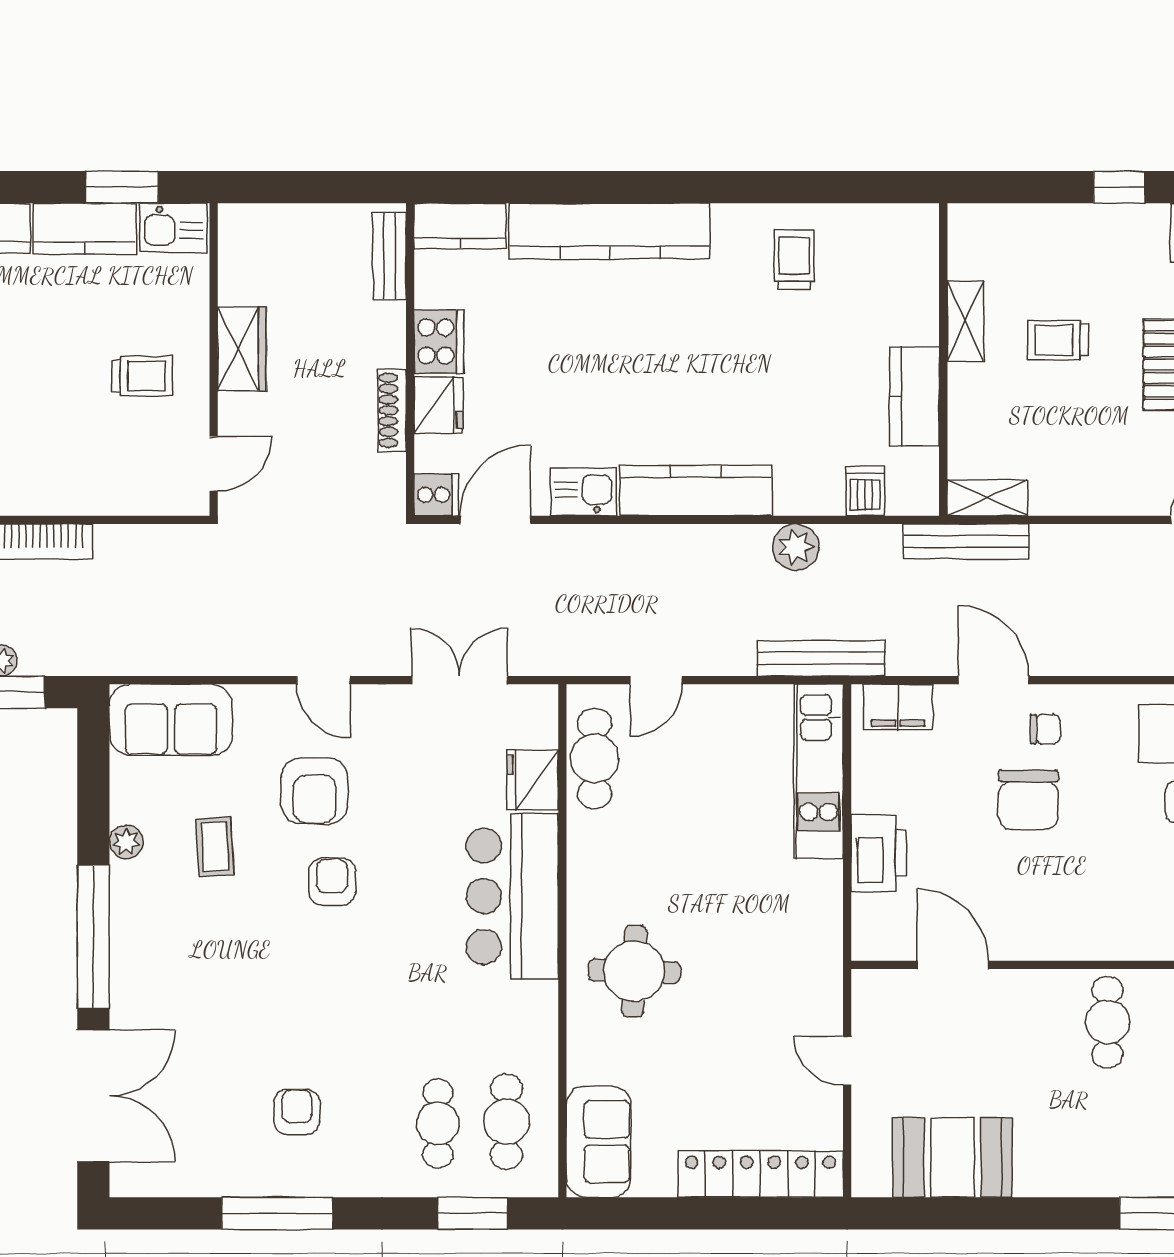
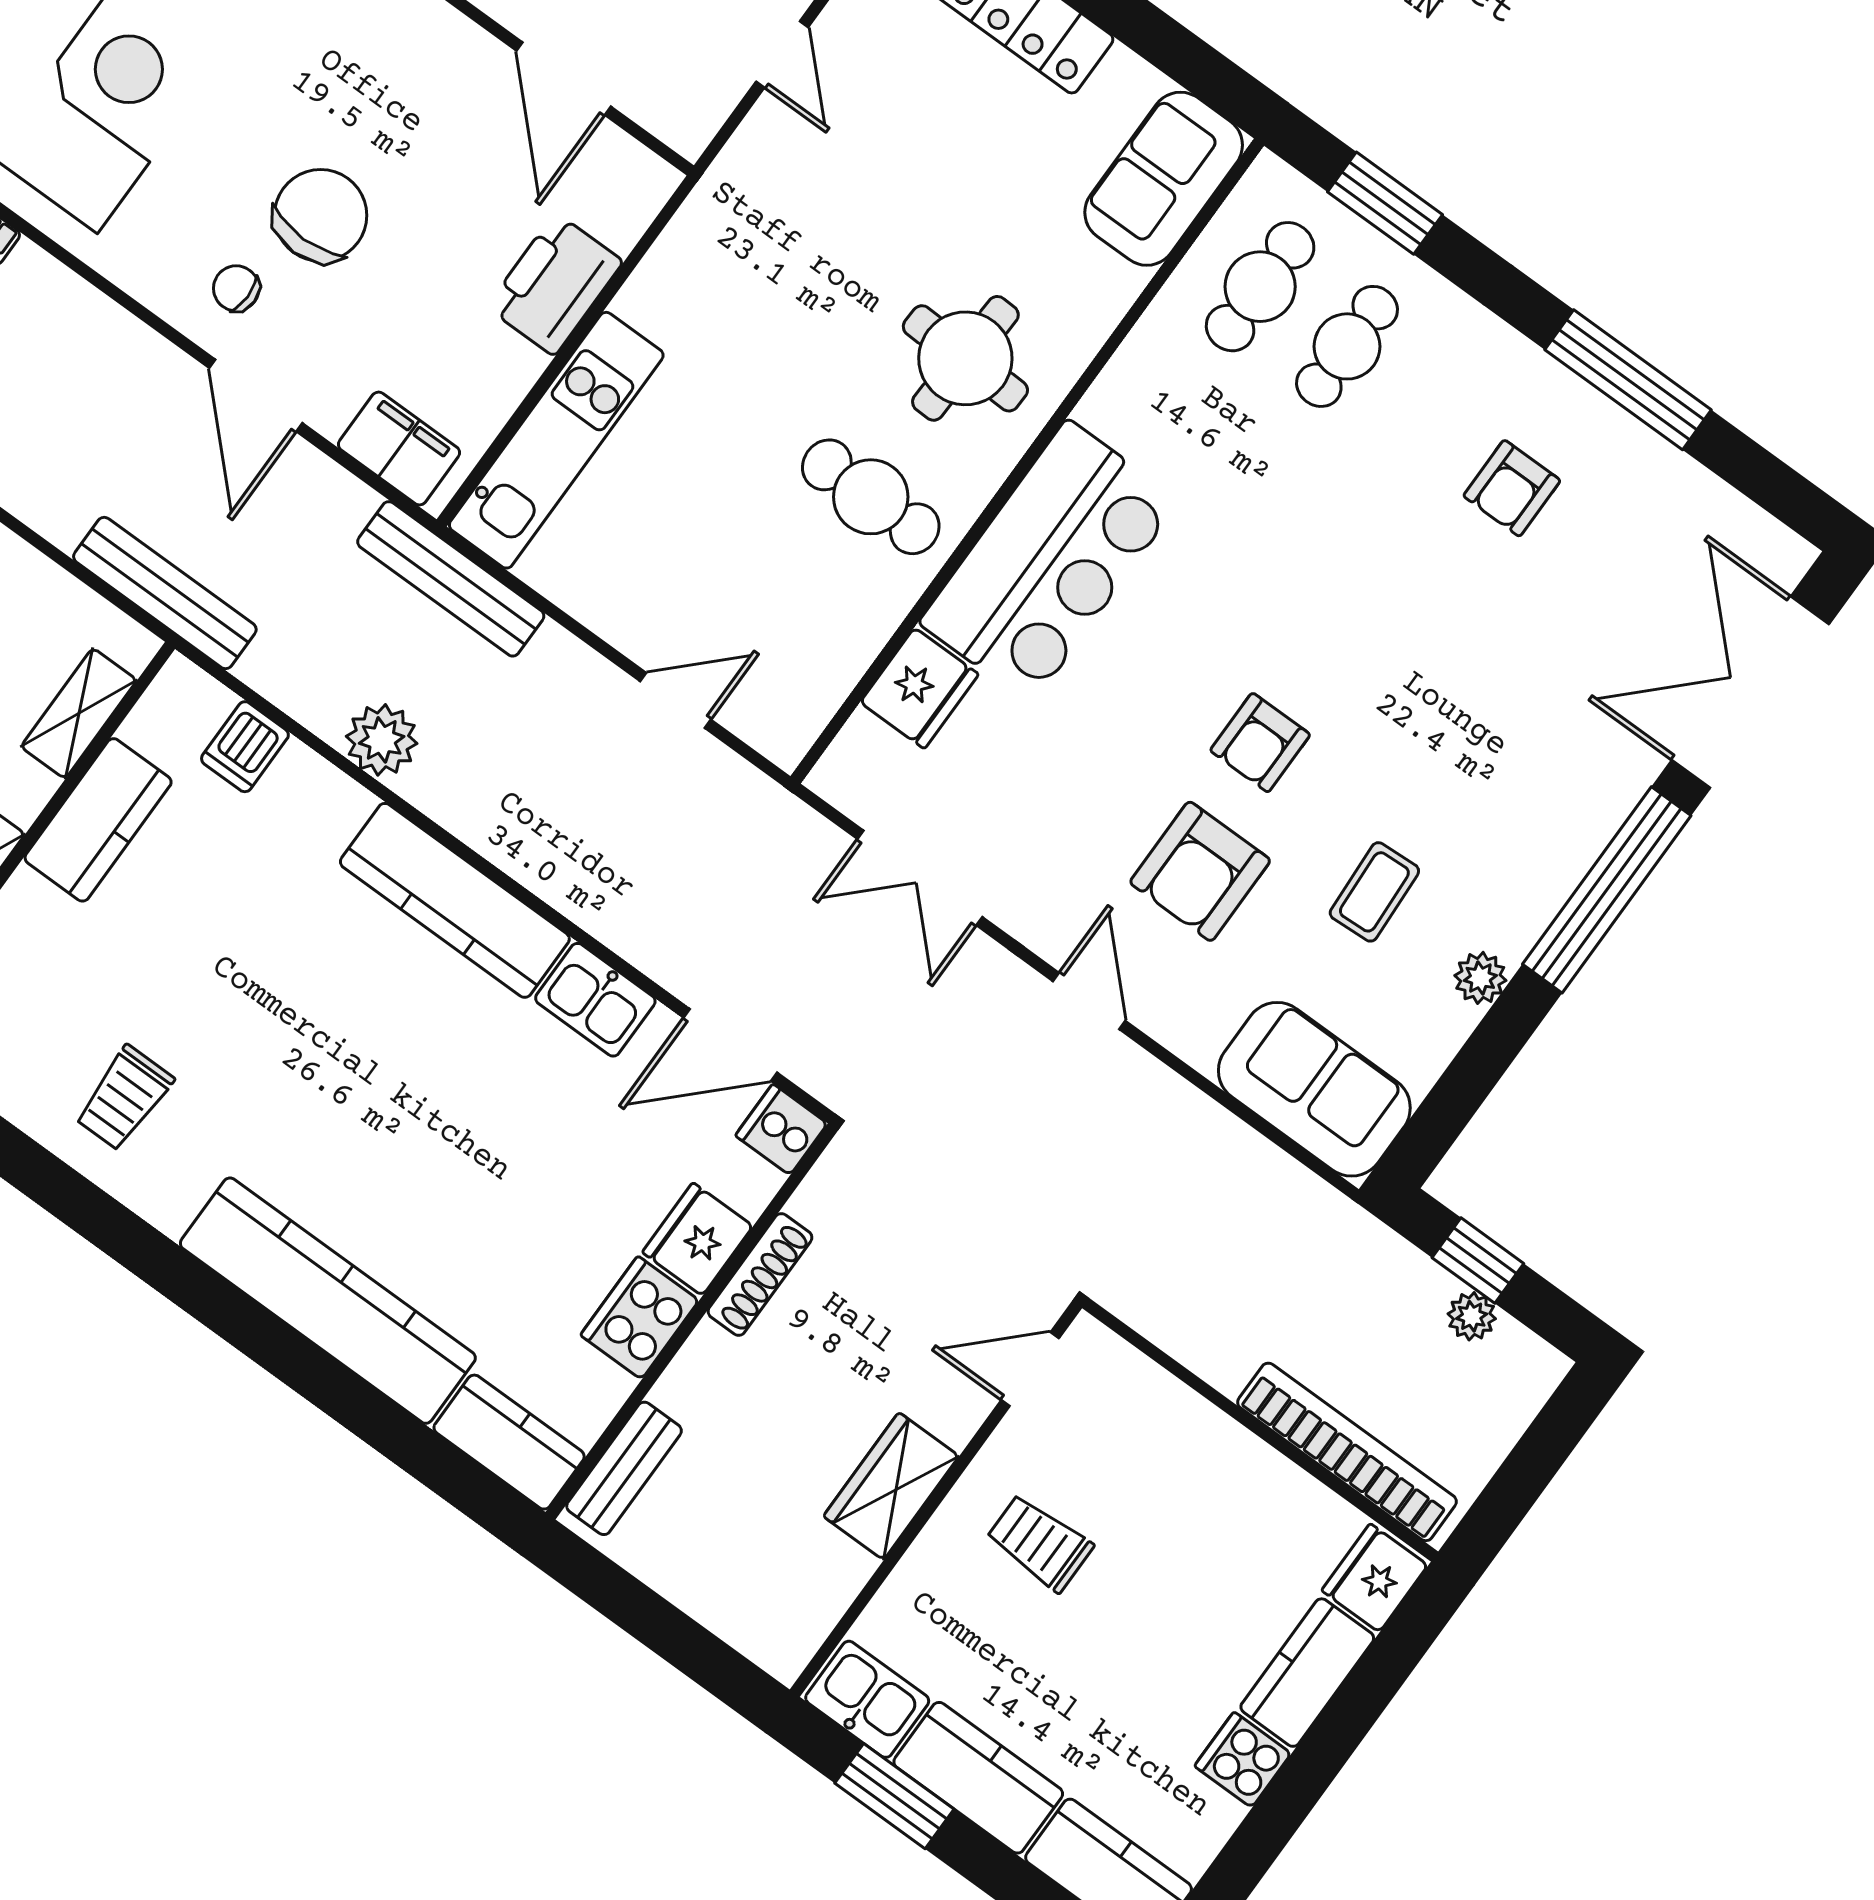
shelving: (987, 498) -> (79, 713), moved, turned 90
cafe table: (594, 759) -> (871, 497), moved, turned 90
armchair: (315, 791) -> (1200, 871), turned 180

